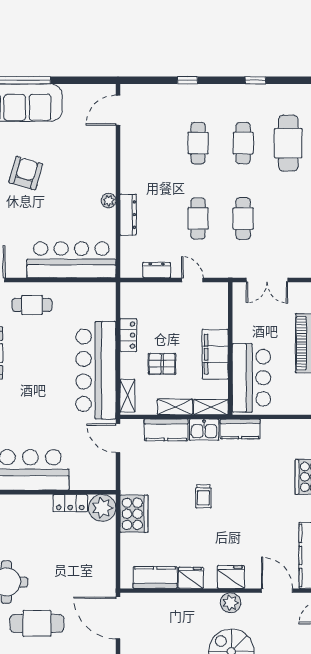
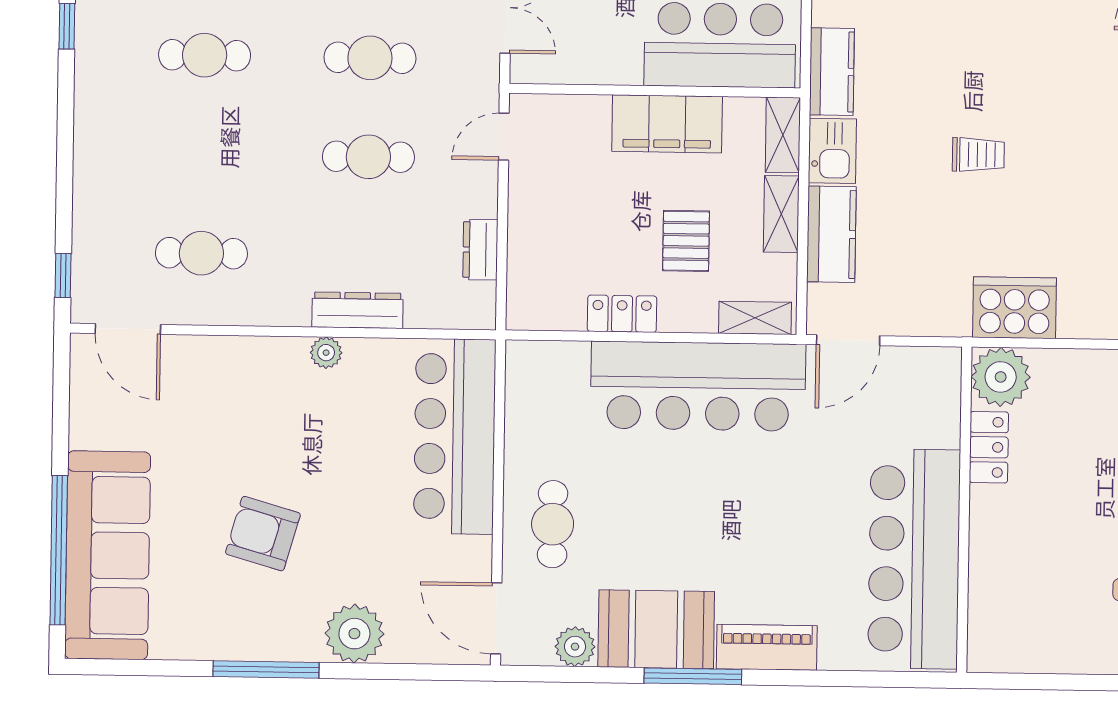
window: (187, 80) -> (63, 275), moved
cafe table: (198, 143) -> (201, 253), moved
door: (192, 280) -> (504, 137), moved

